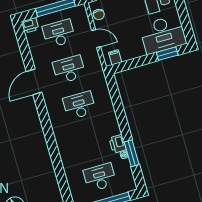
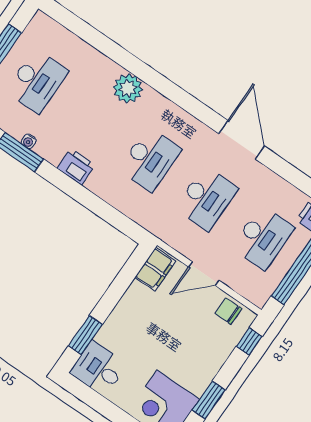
desk: (163, 34) -> (98, 369), width x0.53, depth x0.77
filing cabinet: (115, 57) -> (155, 269), width x2.00
plant: (64, 143) -> (128, 88), added
printer: (118, 144) -> (76, 167), moved

